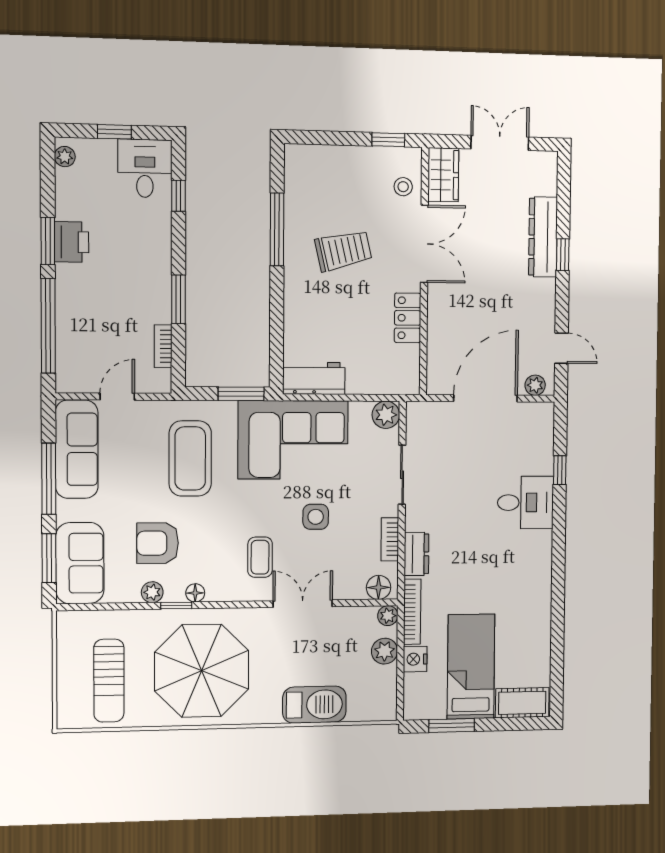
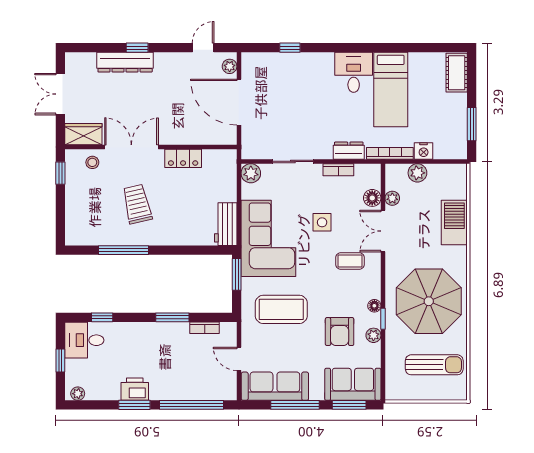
desk: (525, 503) -> (354, 72), moved
floor lamp: (379, 587) -> (372, 198), moved
plant: (388, 616) -> (392, 198), moved
bed: (471, 667) -> (391, 89), moved, turned -90

